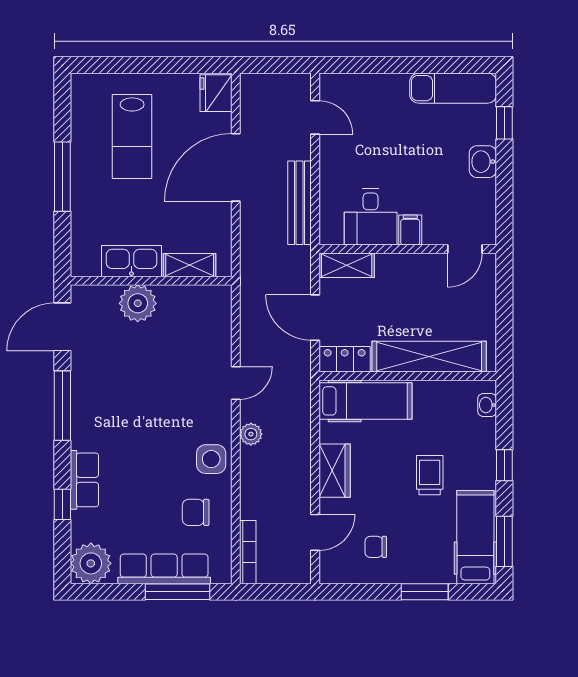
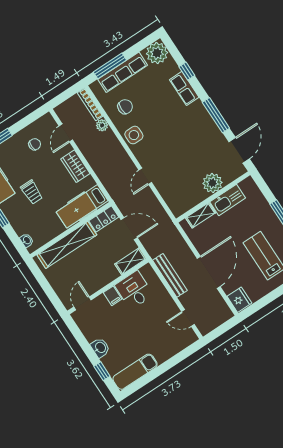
plant: (251, 434) -> (102, 125), moved

